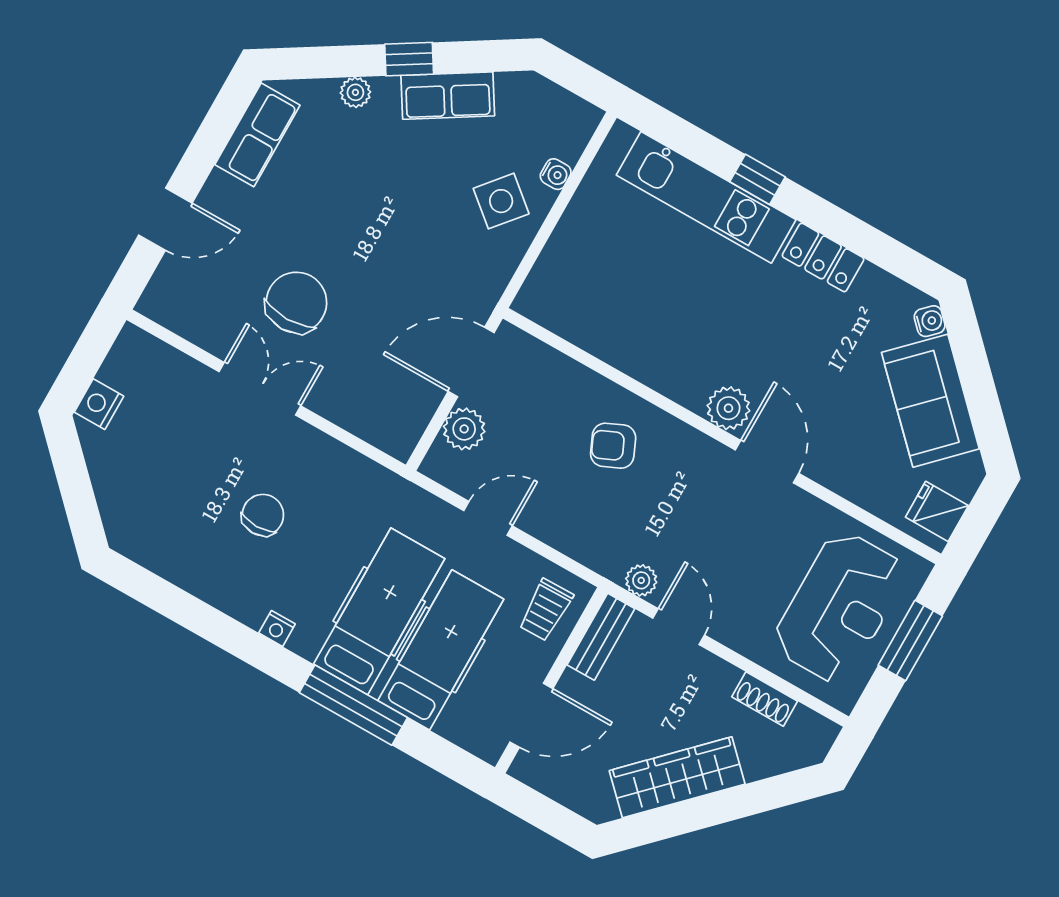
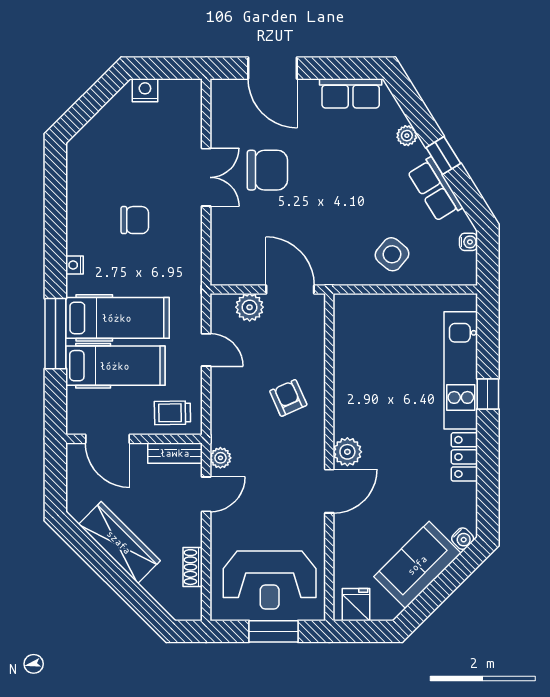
water cooler: (556, 174) -> (469, 242), moved, turned -90
door: (165, 219) -> (272, 68), width x1.38

